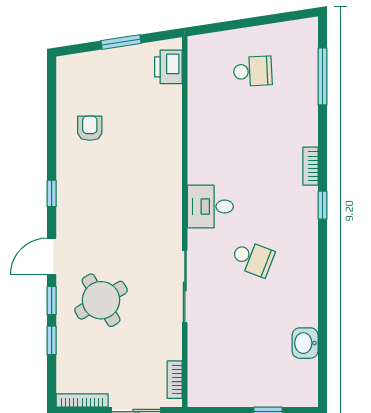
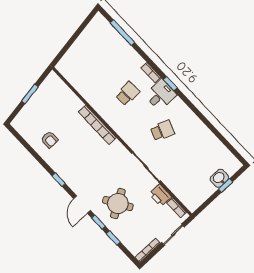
printer: (168, 67) -> (160, 195), moved
school desk: (253, 71) -> (128, 94), moved
armchair: (90, 128) -> (50, 140), turned 180
bookcase: (173, 169) -> (97, 125), added
desk: (210, 207) -> (161, 95), moved, turned 180
washbasin: (305, 343) -> (219, 178), moved, turned 90

